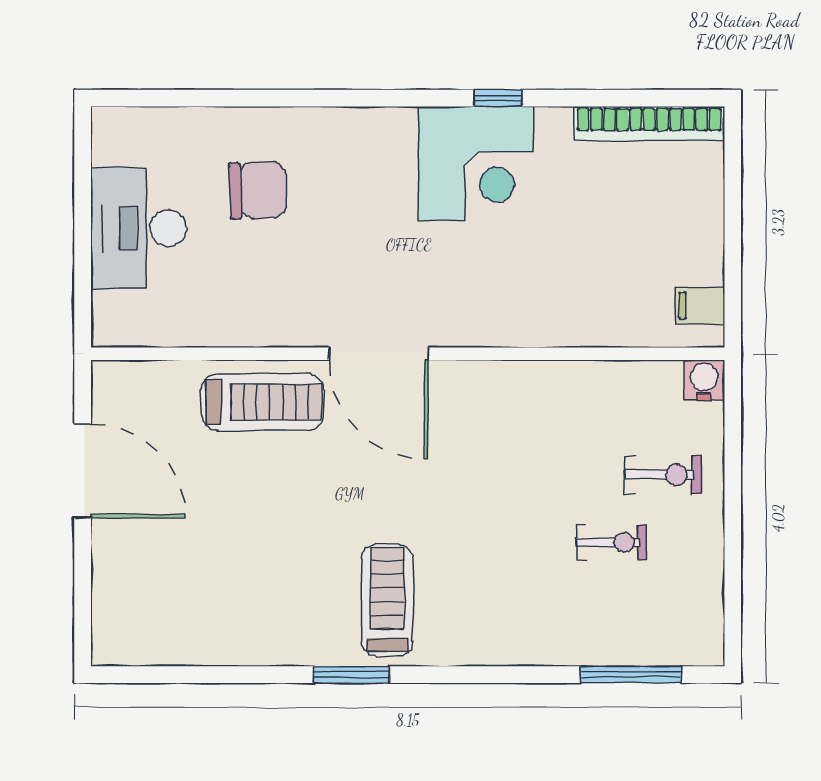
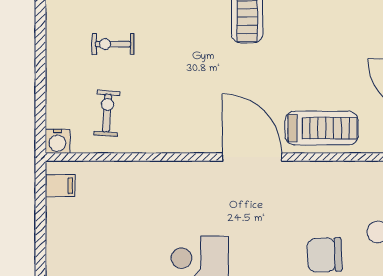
treadmill: (263, 402) -> (322, 128), turned 180
exercise bike: (663, 475) -> (107, 113), moved, turned 94

